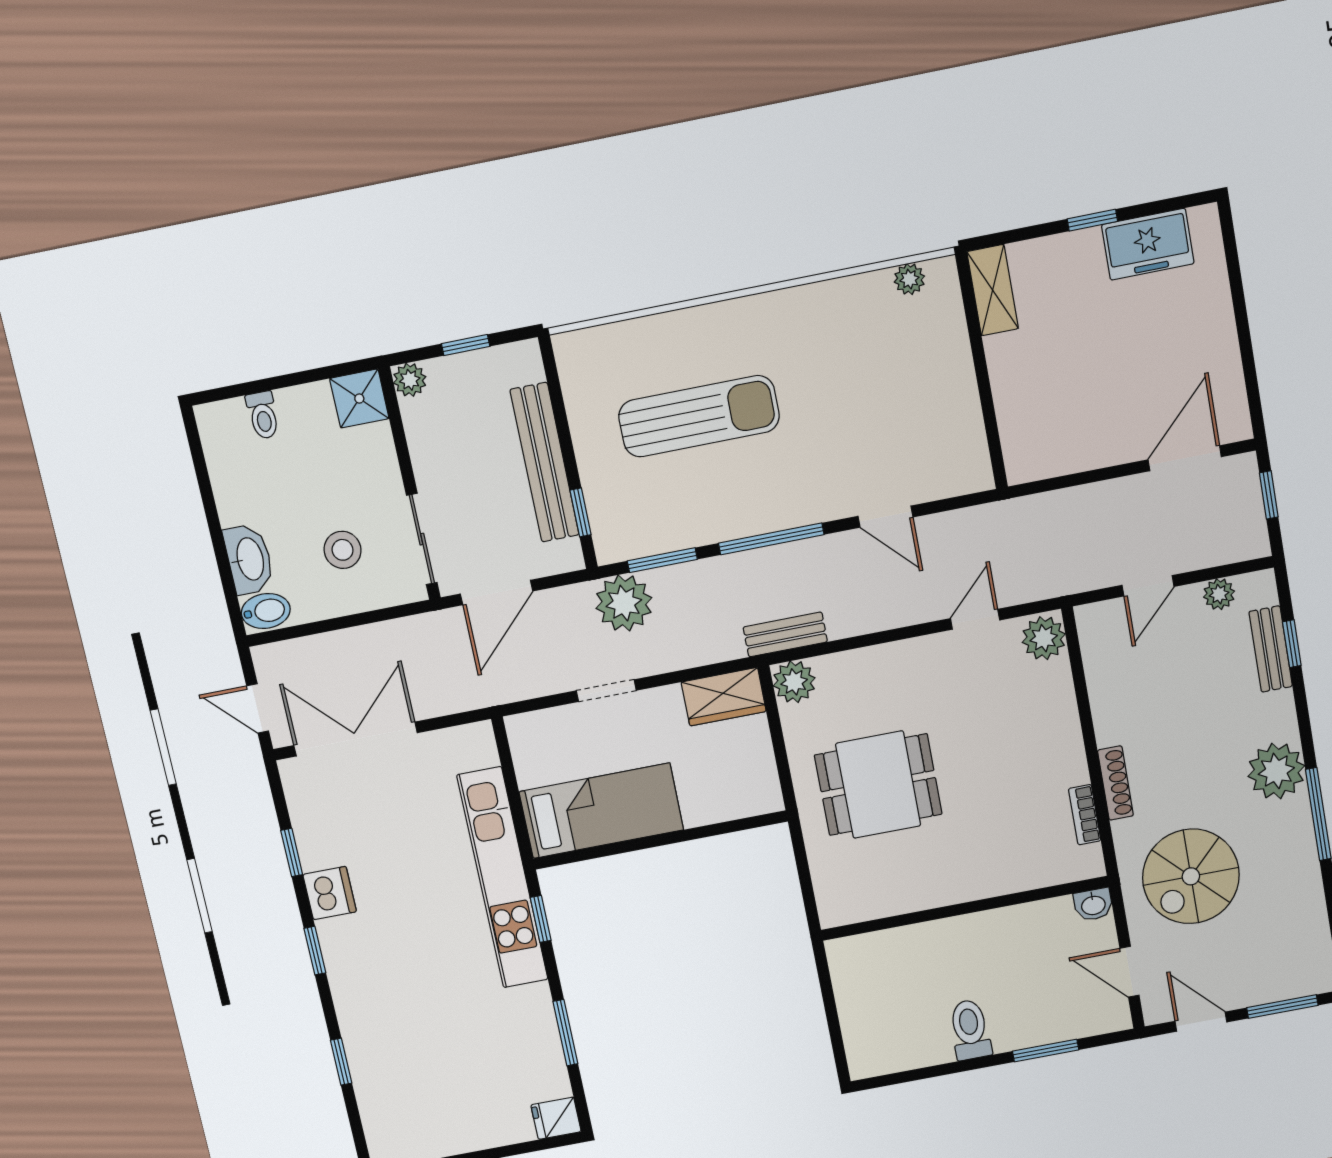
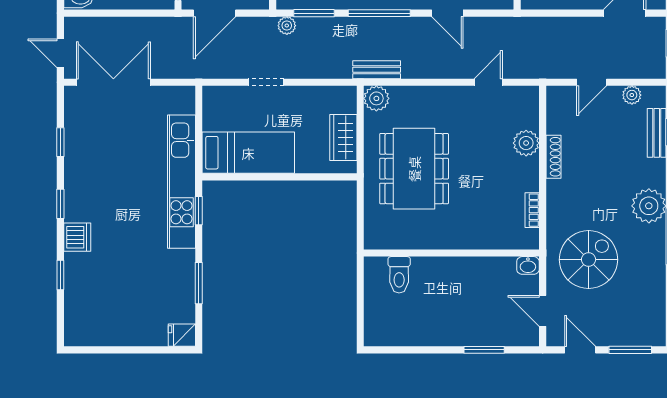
plant: (624, 603) -> (287, 26), width x0.53, depth x0.53
plant: (1044, 638) -> (526, 143), moved
wardrobe: (724, 697) -> (343, 137), moved, turned 90
shoe rack: (1115, 783) -> (553, 157), moved
dining table: (878, 785) -> (414, 169), width x1.38
spiral stairs: (1191, 876) -> (589, 260), turned 180
dishwasher: (330, 893) -> (77, 237), moved
toilet: (970, 1030) -> (399, 275), moved, turned 180

